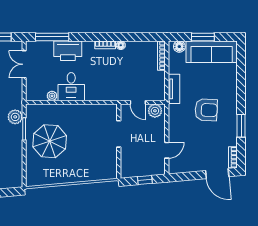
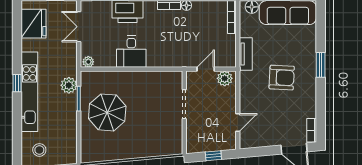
plant: (52, 96) -> (88, 62), moved
door: (138, 102) -> (206, 69), swing flipped
window: (241, 126) -> (321, 65), moved

